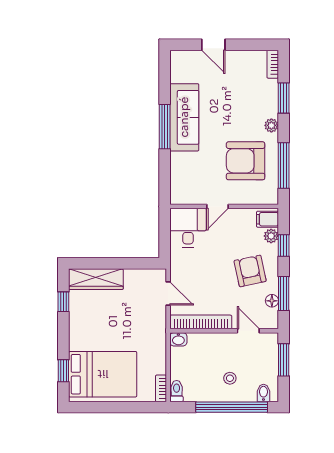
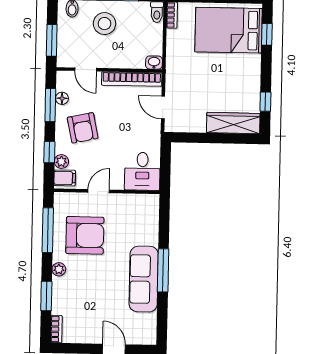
door: (217, 206) -> (99, 191), moved
stool: (230, 378) -> (104, 24), width x1.89, depth x1.89

